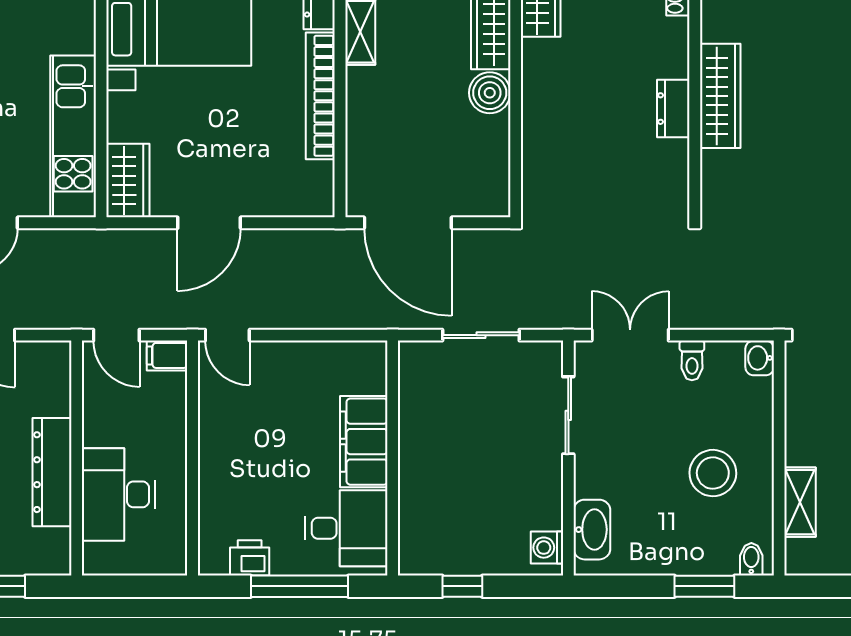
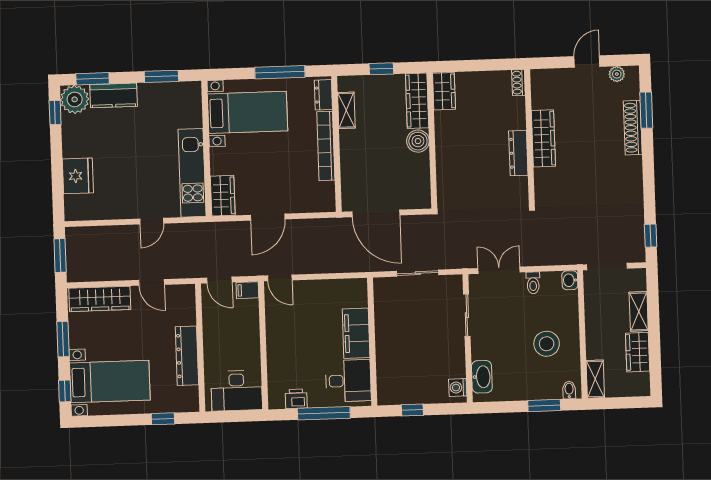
dresser: (673, 109) -> (518, 153), width x1.44
desk: (118, 494) -> (237, 391), moved, turned -90
shelving: (800, 502) -> (595, 379), moved

